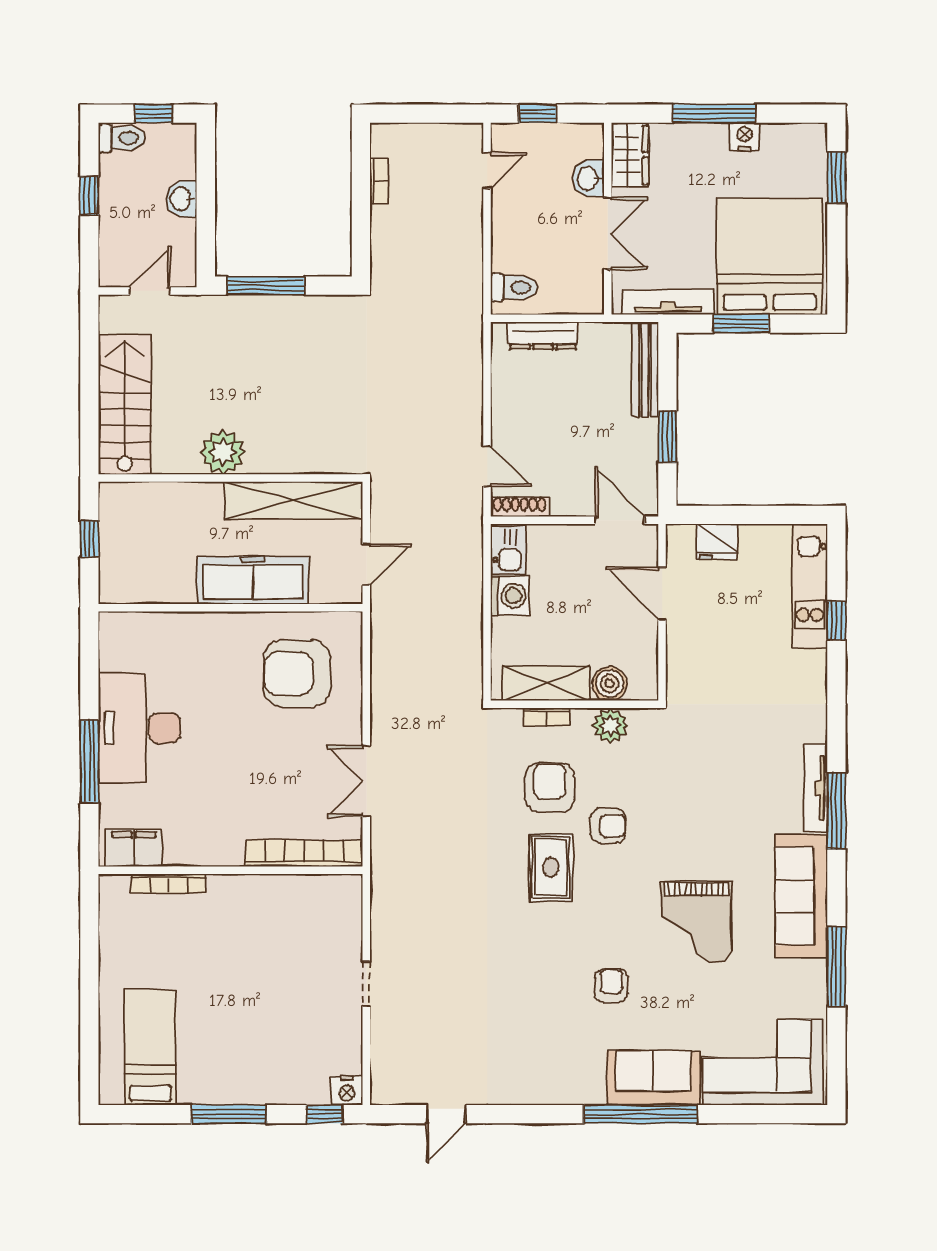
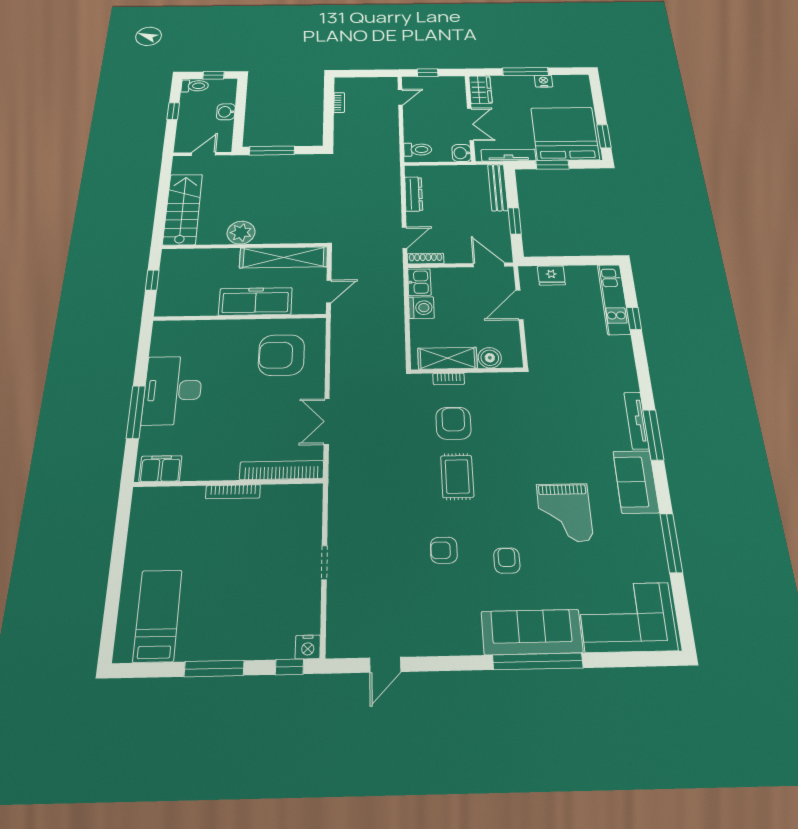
washbasin: (588, 178) -> (461, 153), moved
window: (836, 178) -> (604, 136), moved
dresser: (543, 335) -> (414, 194), moved, turned -90
door: (487, 466) -> (405, 238), hinge flipped
door: (662, 594) -> (519, 305), hinge flipped
plant: (610, 725) -> (492, 383), removed
armchair: (608, 826) -> (444, 550), moved, turned 180
bookcase: (168, 883) -> (233, 492), moved
sofa: (801, 896) -> (636, 482), width x0.73
sofa: (653, 1078) -> (532, 632), width x1.36

